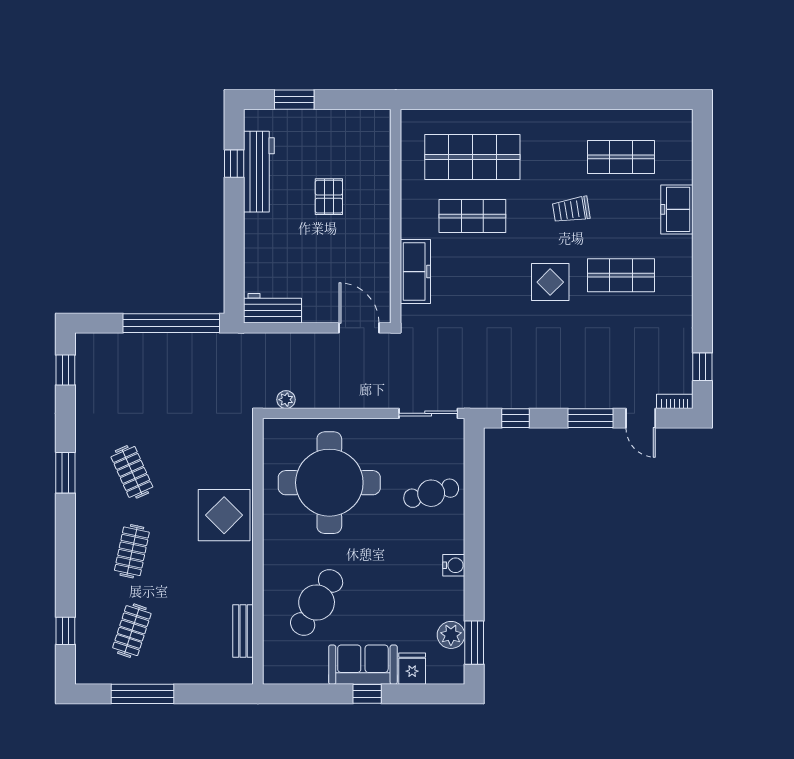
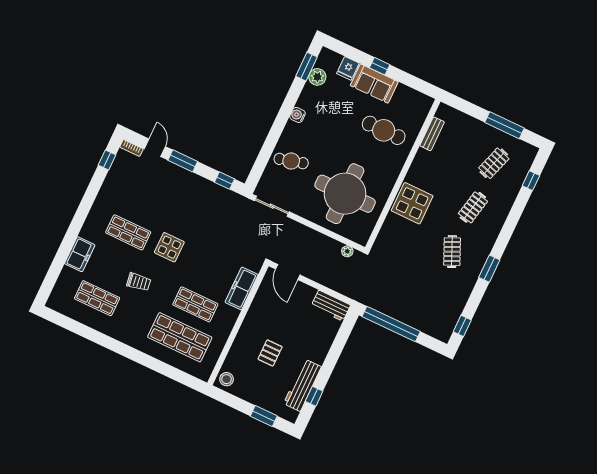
stool: (375, 128) -> (227, 379), added
cafe table: (317, 602) -> (384, 130), turned 57

